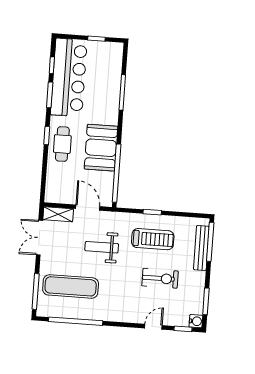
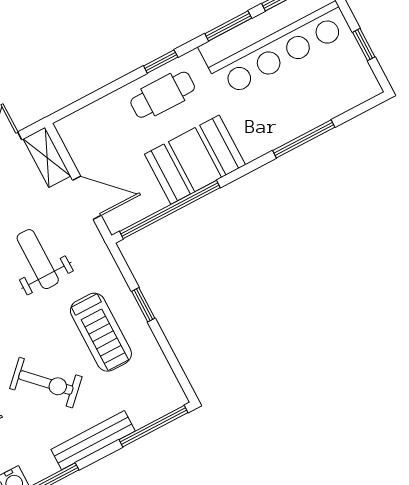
door: (88, 208) -> (87, 198), hinge flipped
bench: (201, 248) -> (93, 440), moved
exercise bike: (160, 278) -> (46, 383), turned -45

